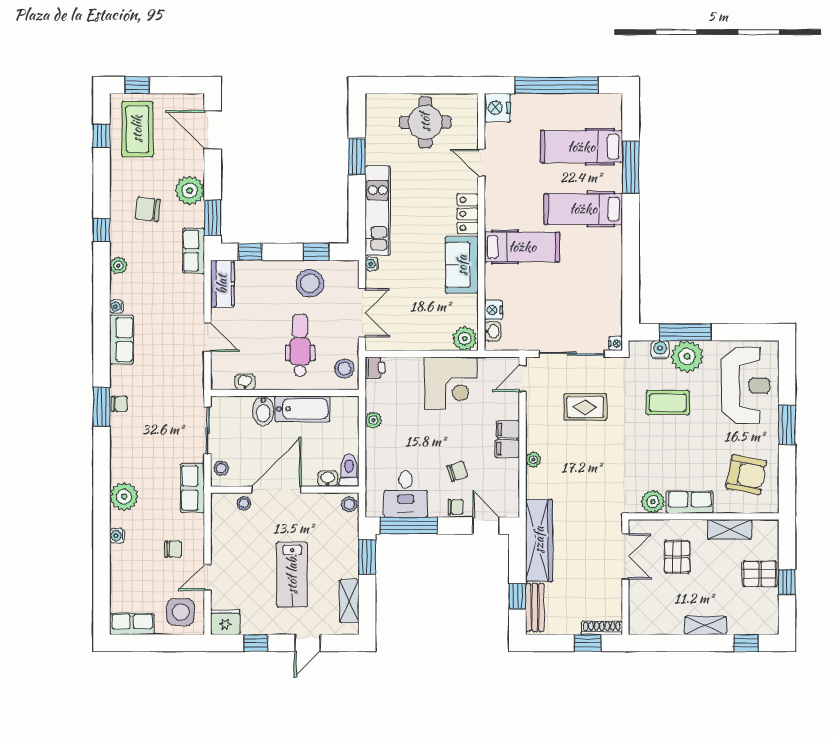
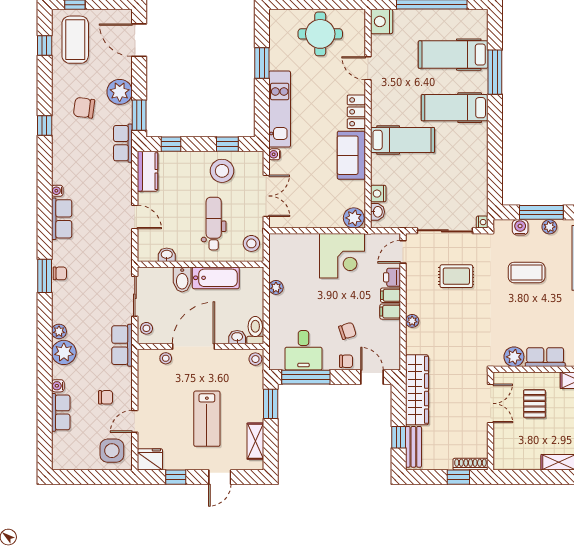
plant: (118, 266) -> (59, 331), moved
plant: (687, 356) -> (549, 227), width x0.53, depth x0.53
printer: (375, 368) -> (392, 277), moved, turned 180
row of seats: (132, 624) -> (61, 412), moved, turned 90

